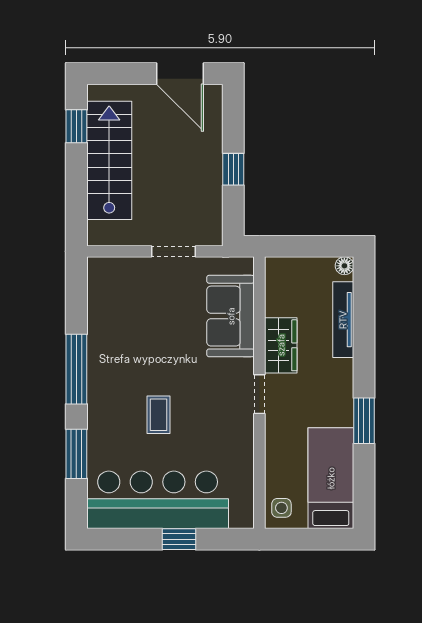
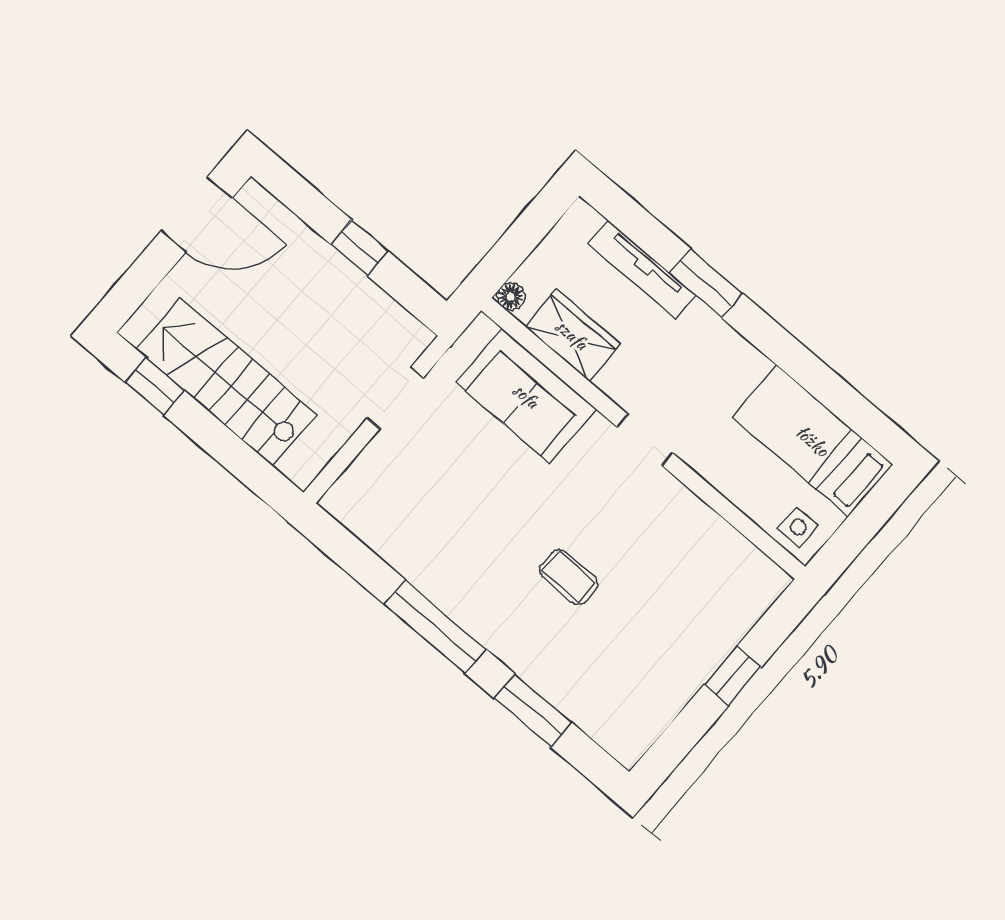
floor lamp: (344, 266) -> (511, 296), moved
wardrobe: (281, 345) -> (572, 335), moved
window: (364, 421) -> (706, 283), moved
bar counter: (158, 500) -> (666, 662), removed

